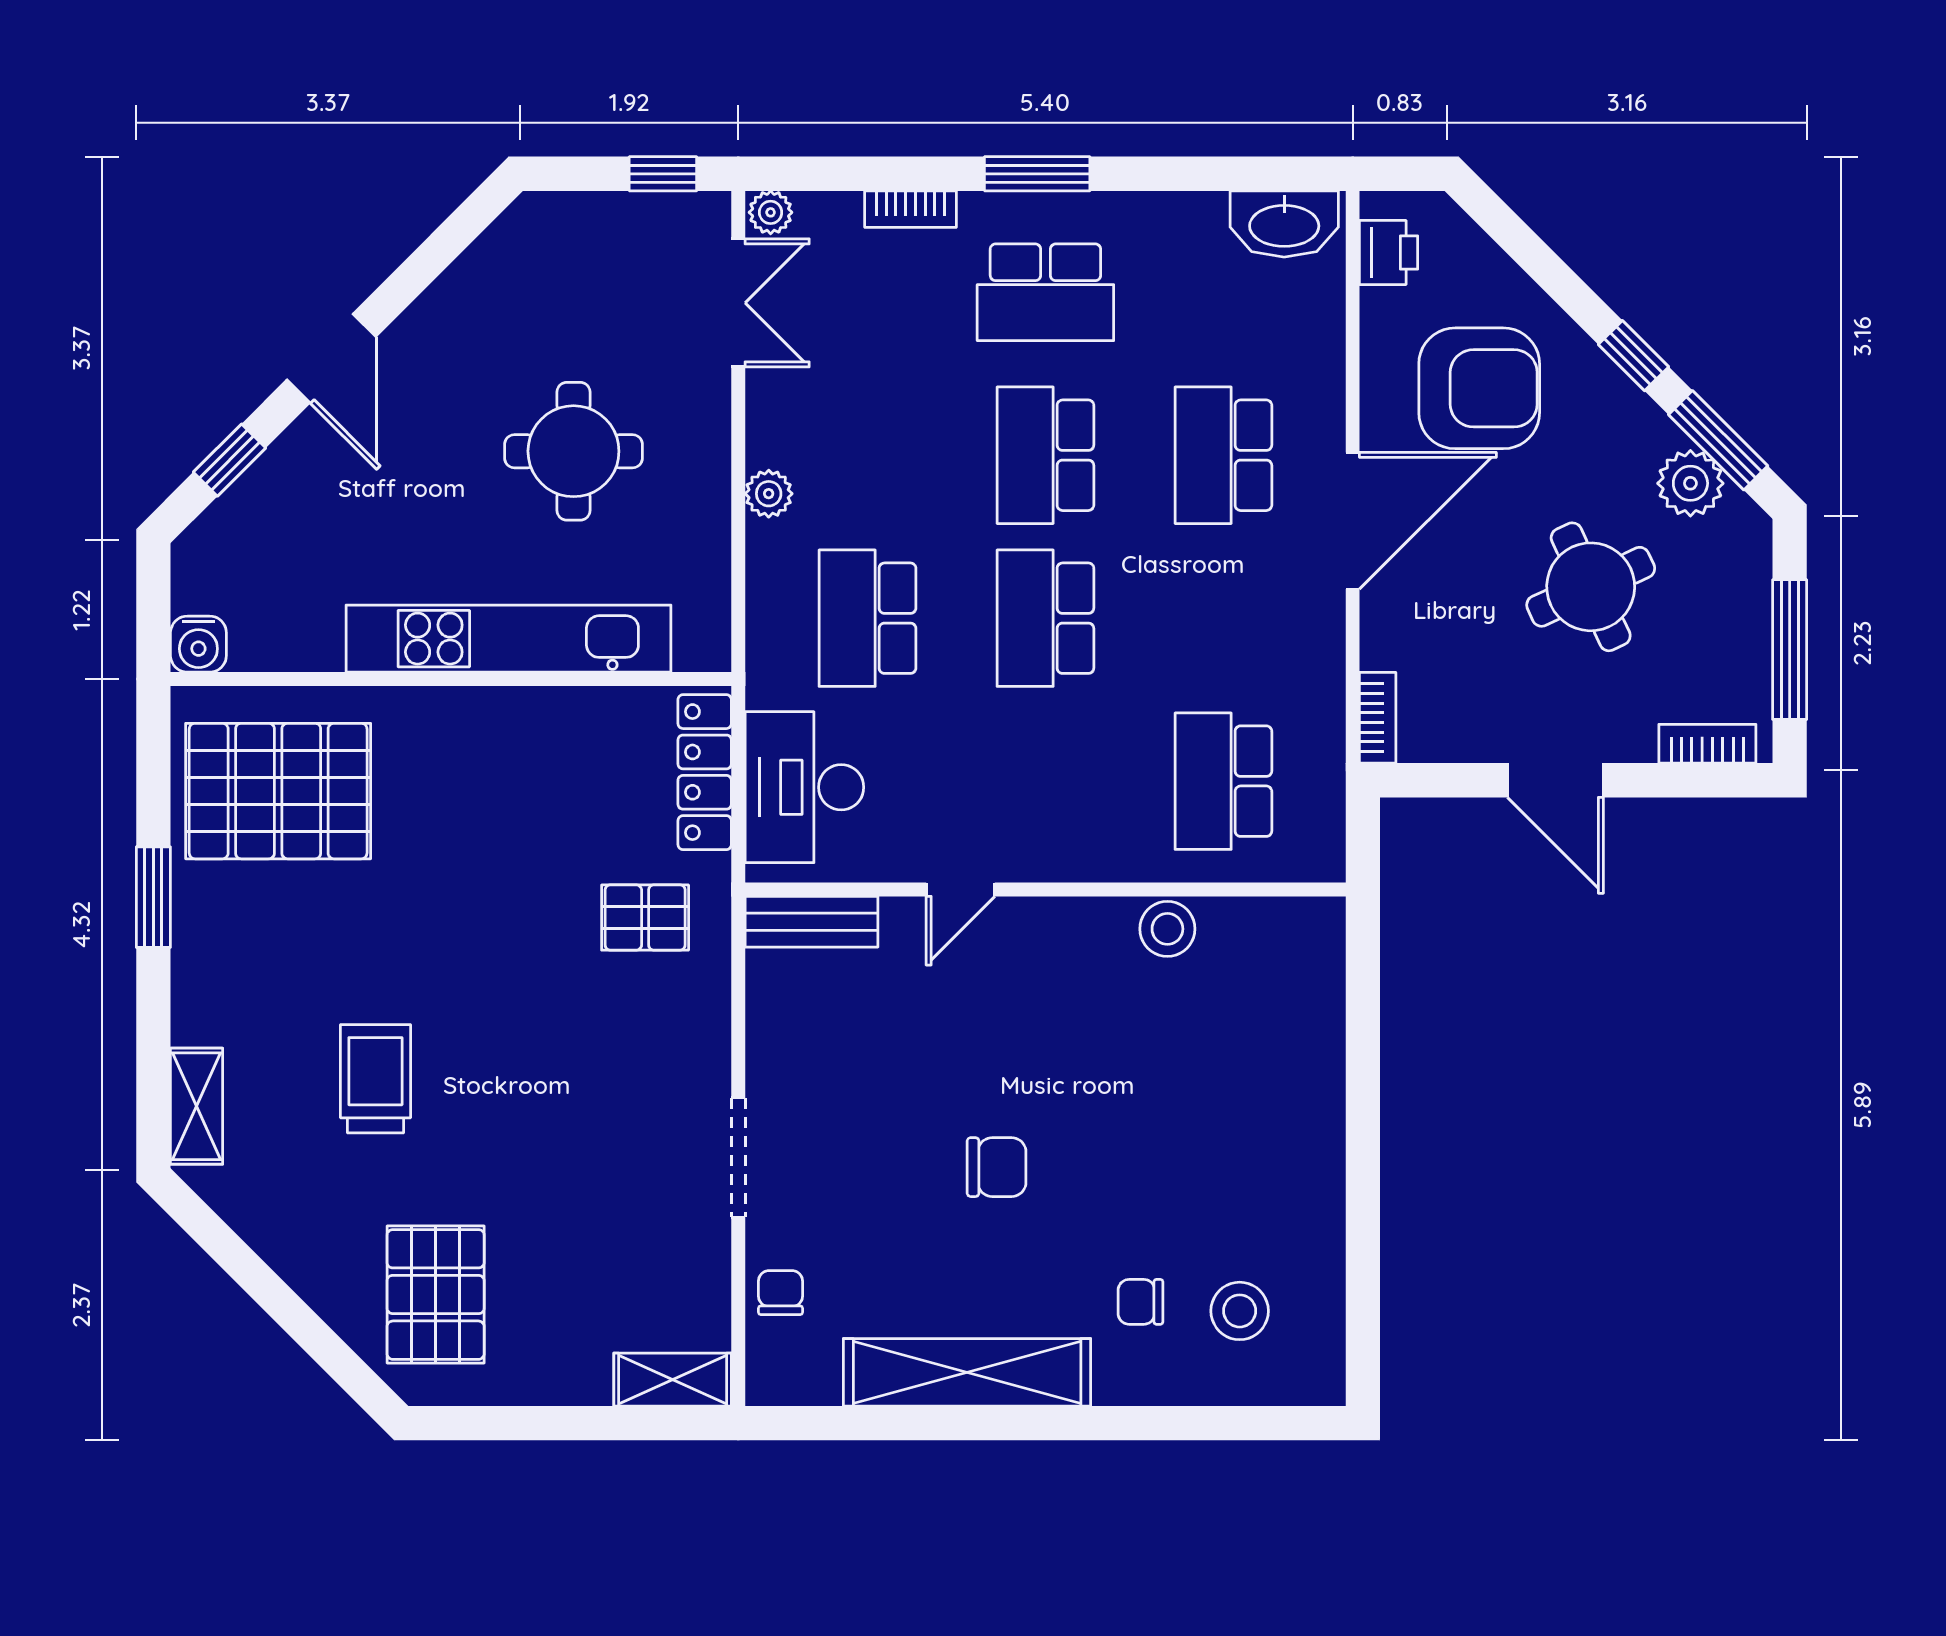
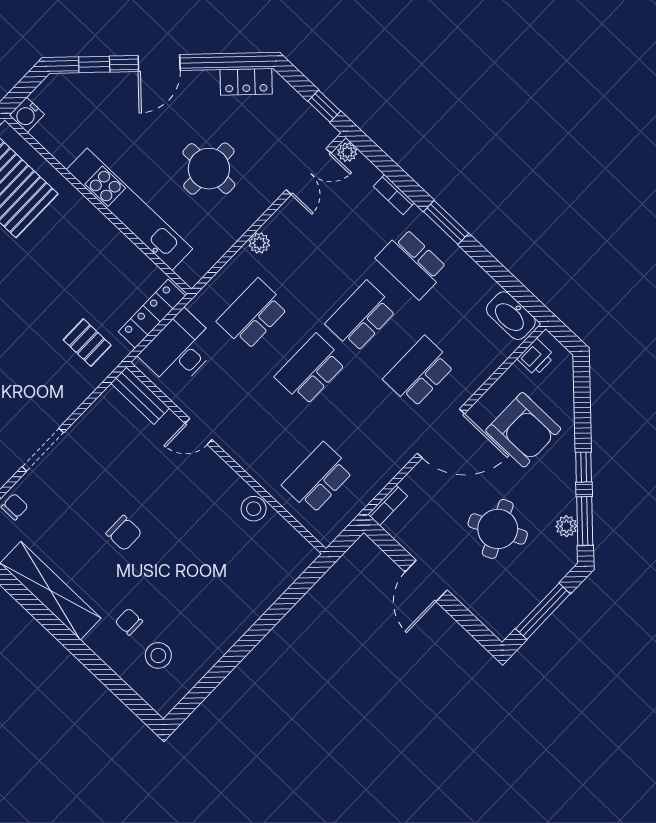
locker: (500, 254) -> (246, 82), added
plant: (1690, 483) -> (566, 526), width x0.73, depth x0.73
bookcase: (1707, 744) -> (487, 616), removed

